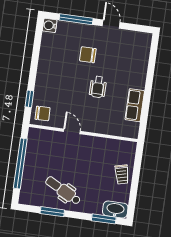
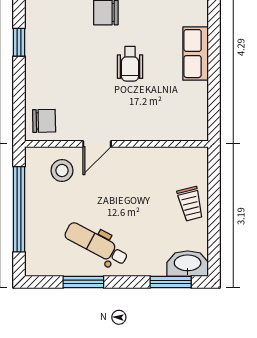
window: (29, 99) -> (19, 42), moved
row of seats: (135, 105) -> (196, 54), moved
door: (72, 131) -> (97, 144), swing flipped
stool: (49, 144) -> (62, 171), added

